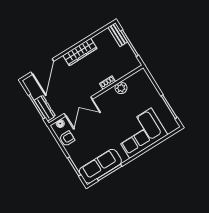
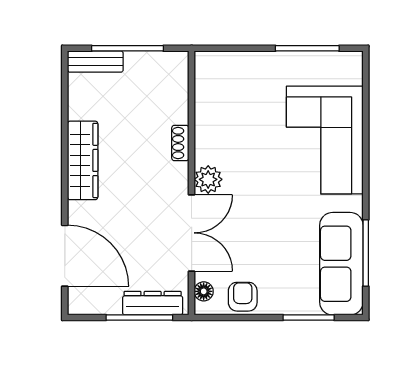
plant: (121, 88) -> (208, 179), moved

